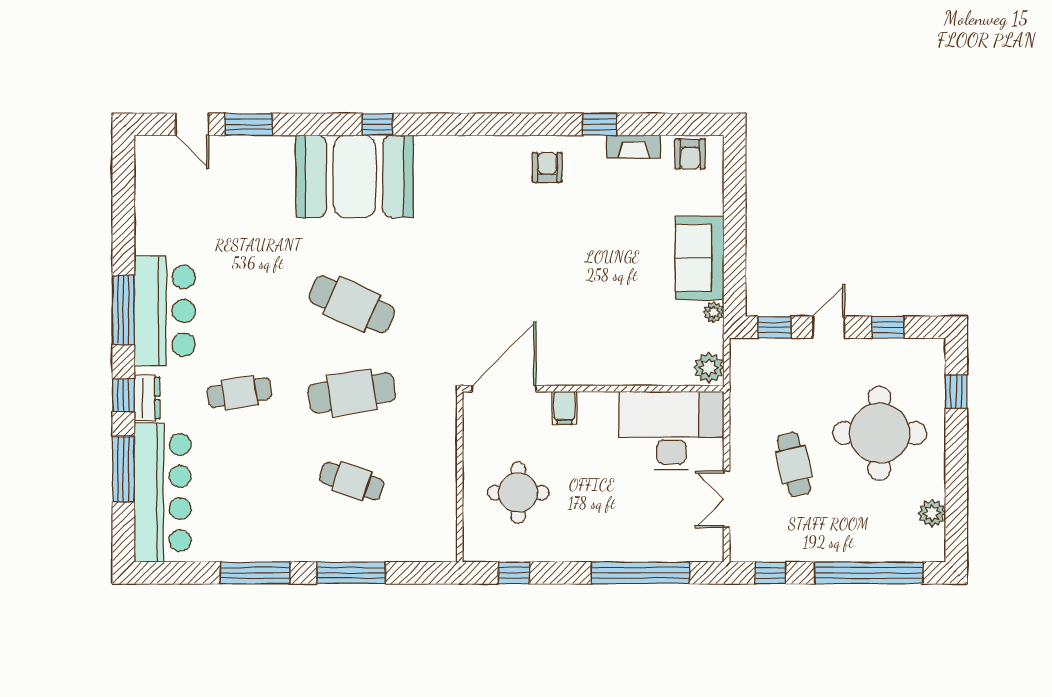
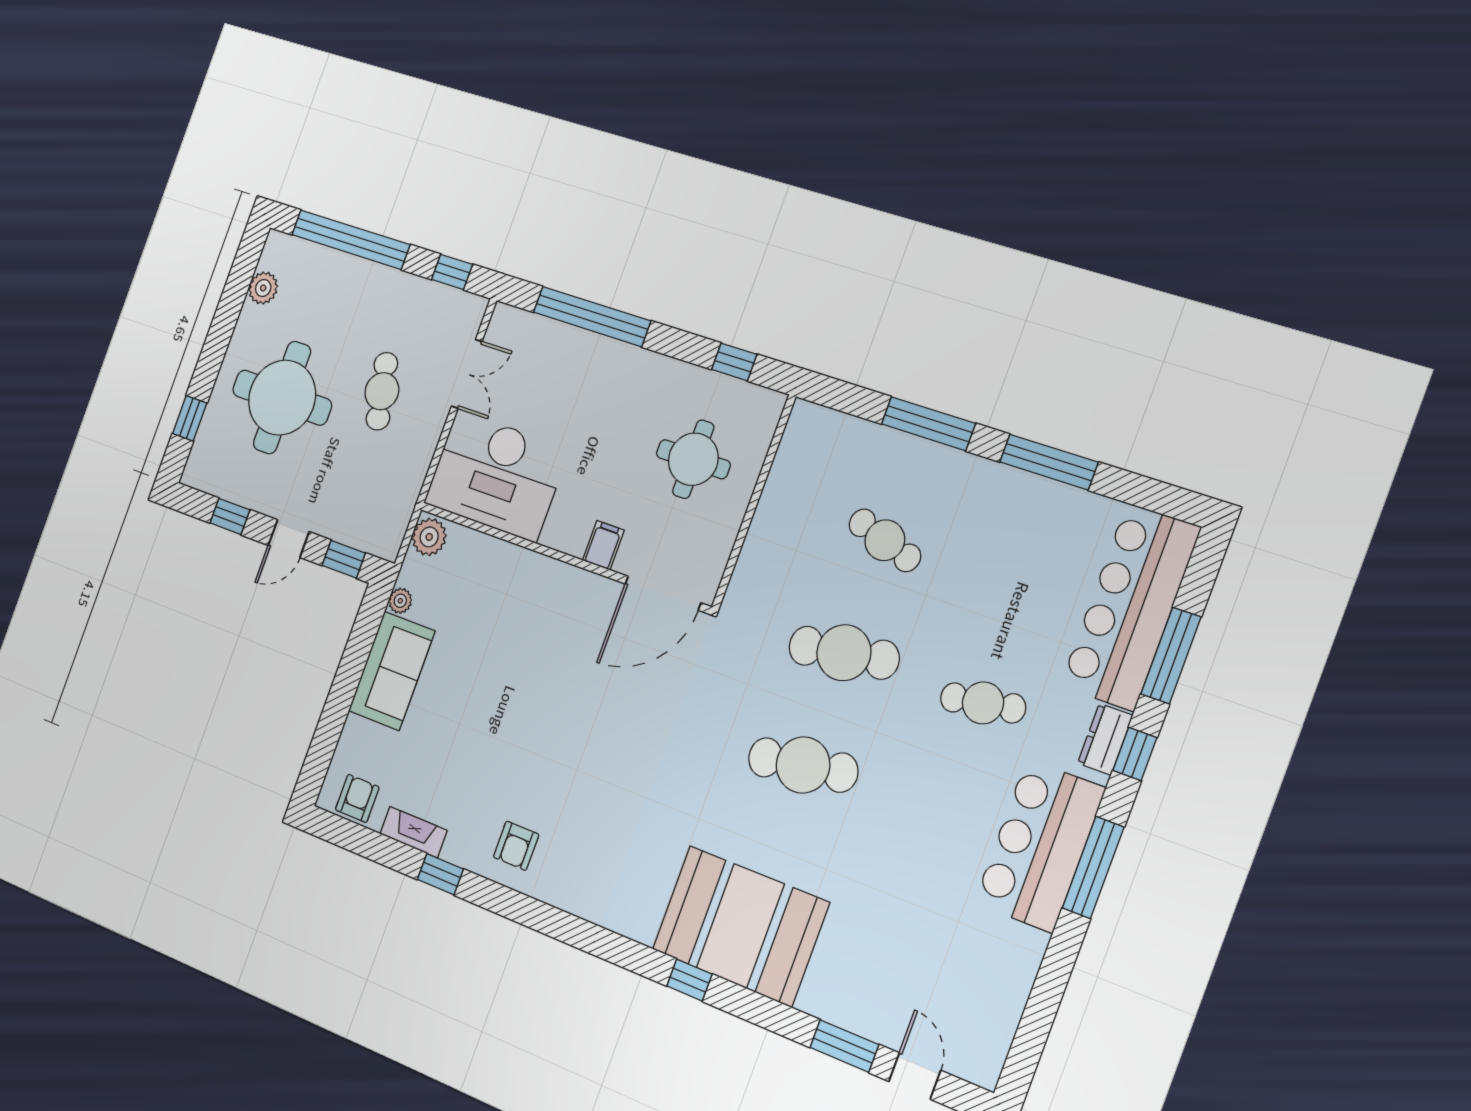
cafe table: (352, 304) -> (803, 765), turned -33

